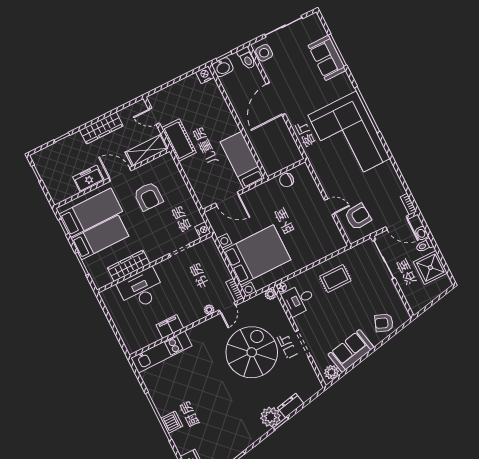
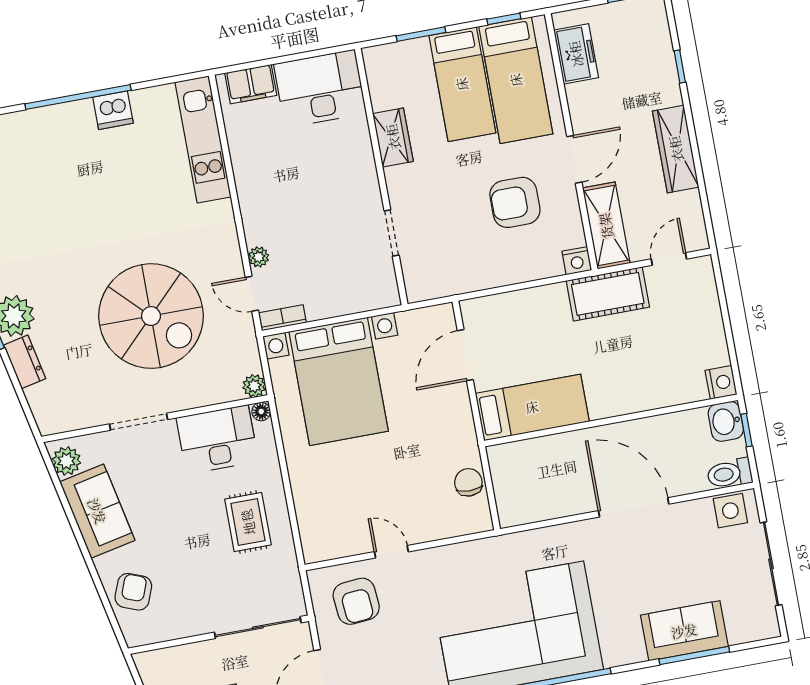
freezer: (89, 179) -> (576, 54), moved
door: (330, 207) -> (391, 552), swing flipped
nightstand: (203, 230) -> (577, 261), moved
wardrobe: (129, 266) -> (393, 137), width x0.67
desk: (141, 289) -> (320, 89), moved, turned -90
desk: (299, 300) -> (217, 440), width x1.37
filing cabinet: (170, 326) -> (251, 84), moved, turned 90
dishwasher: (172, 422) -> (113, 110), moved

